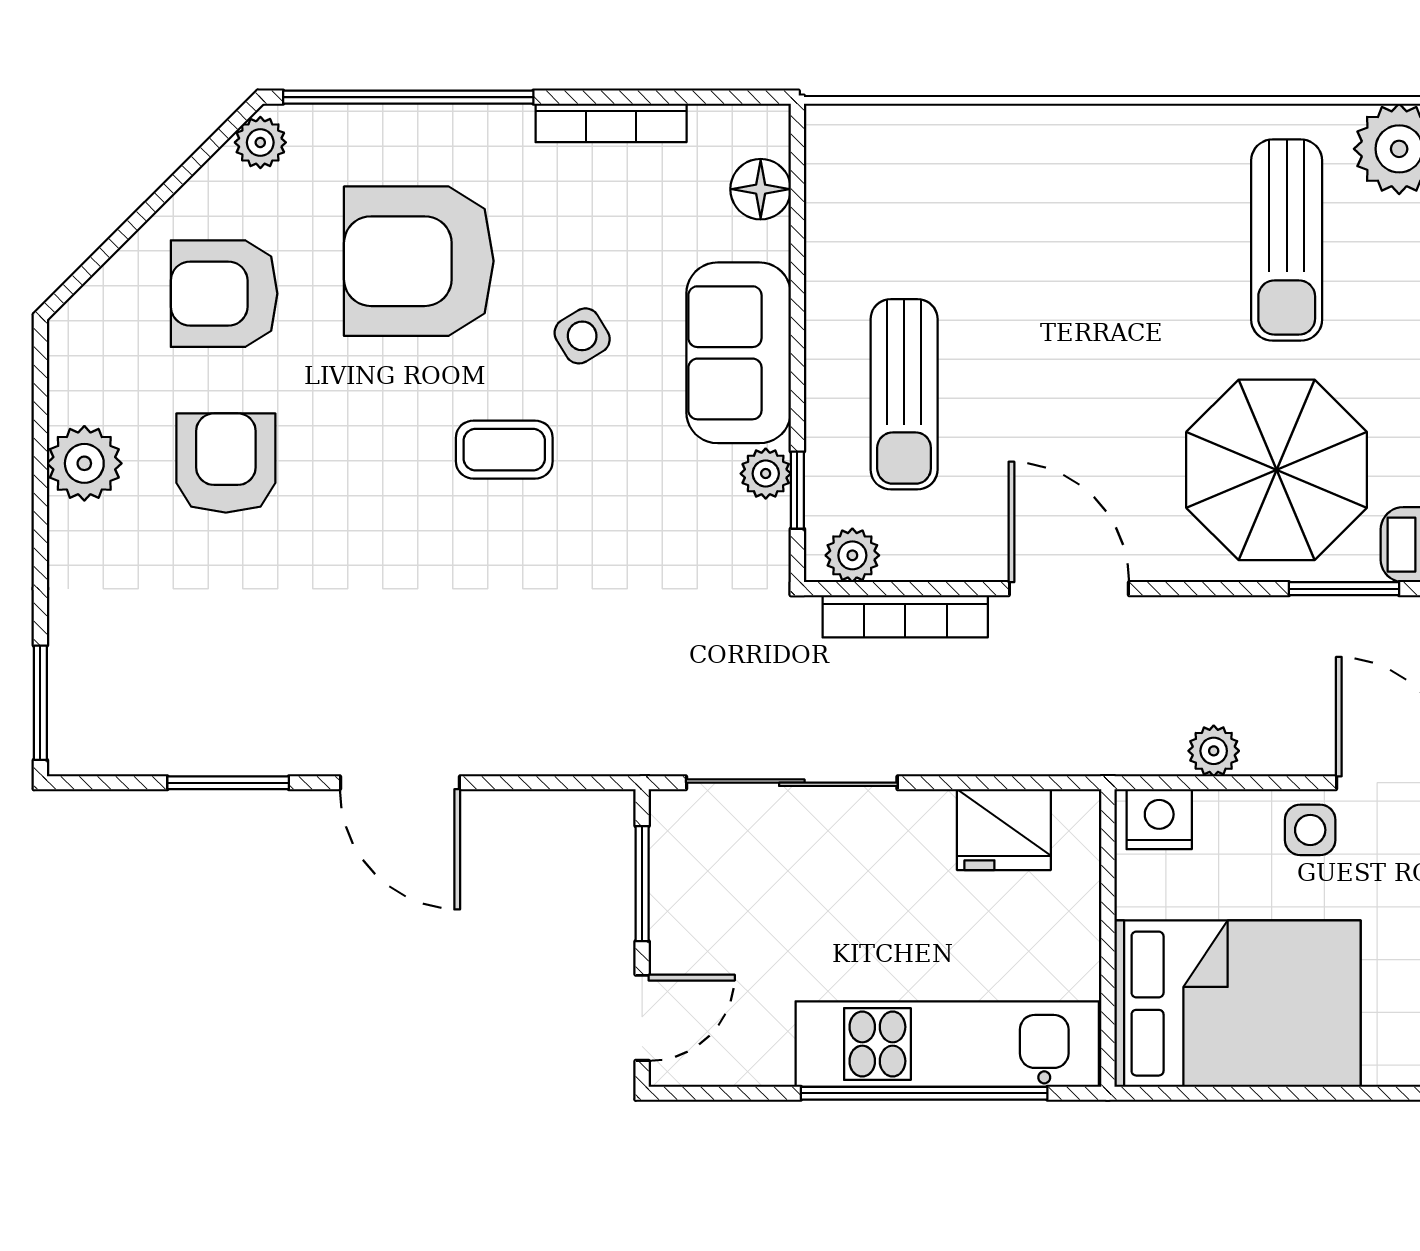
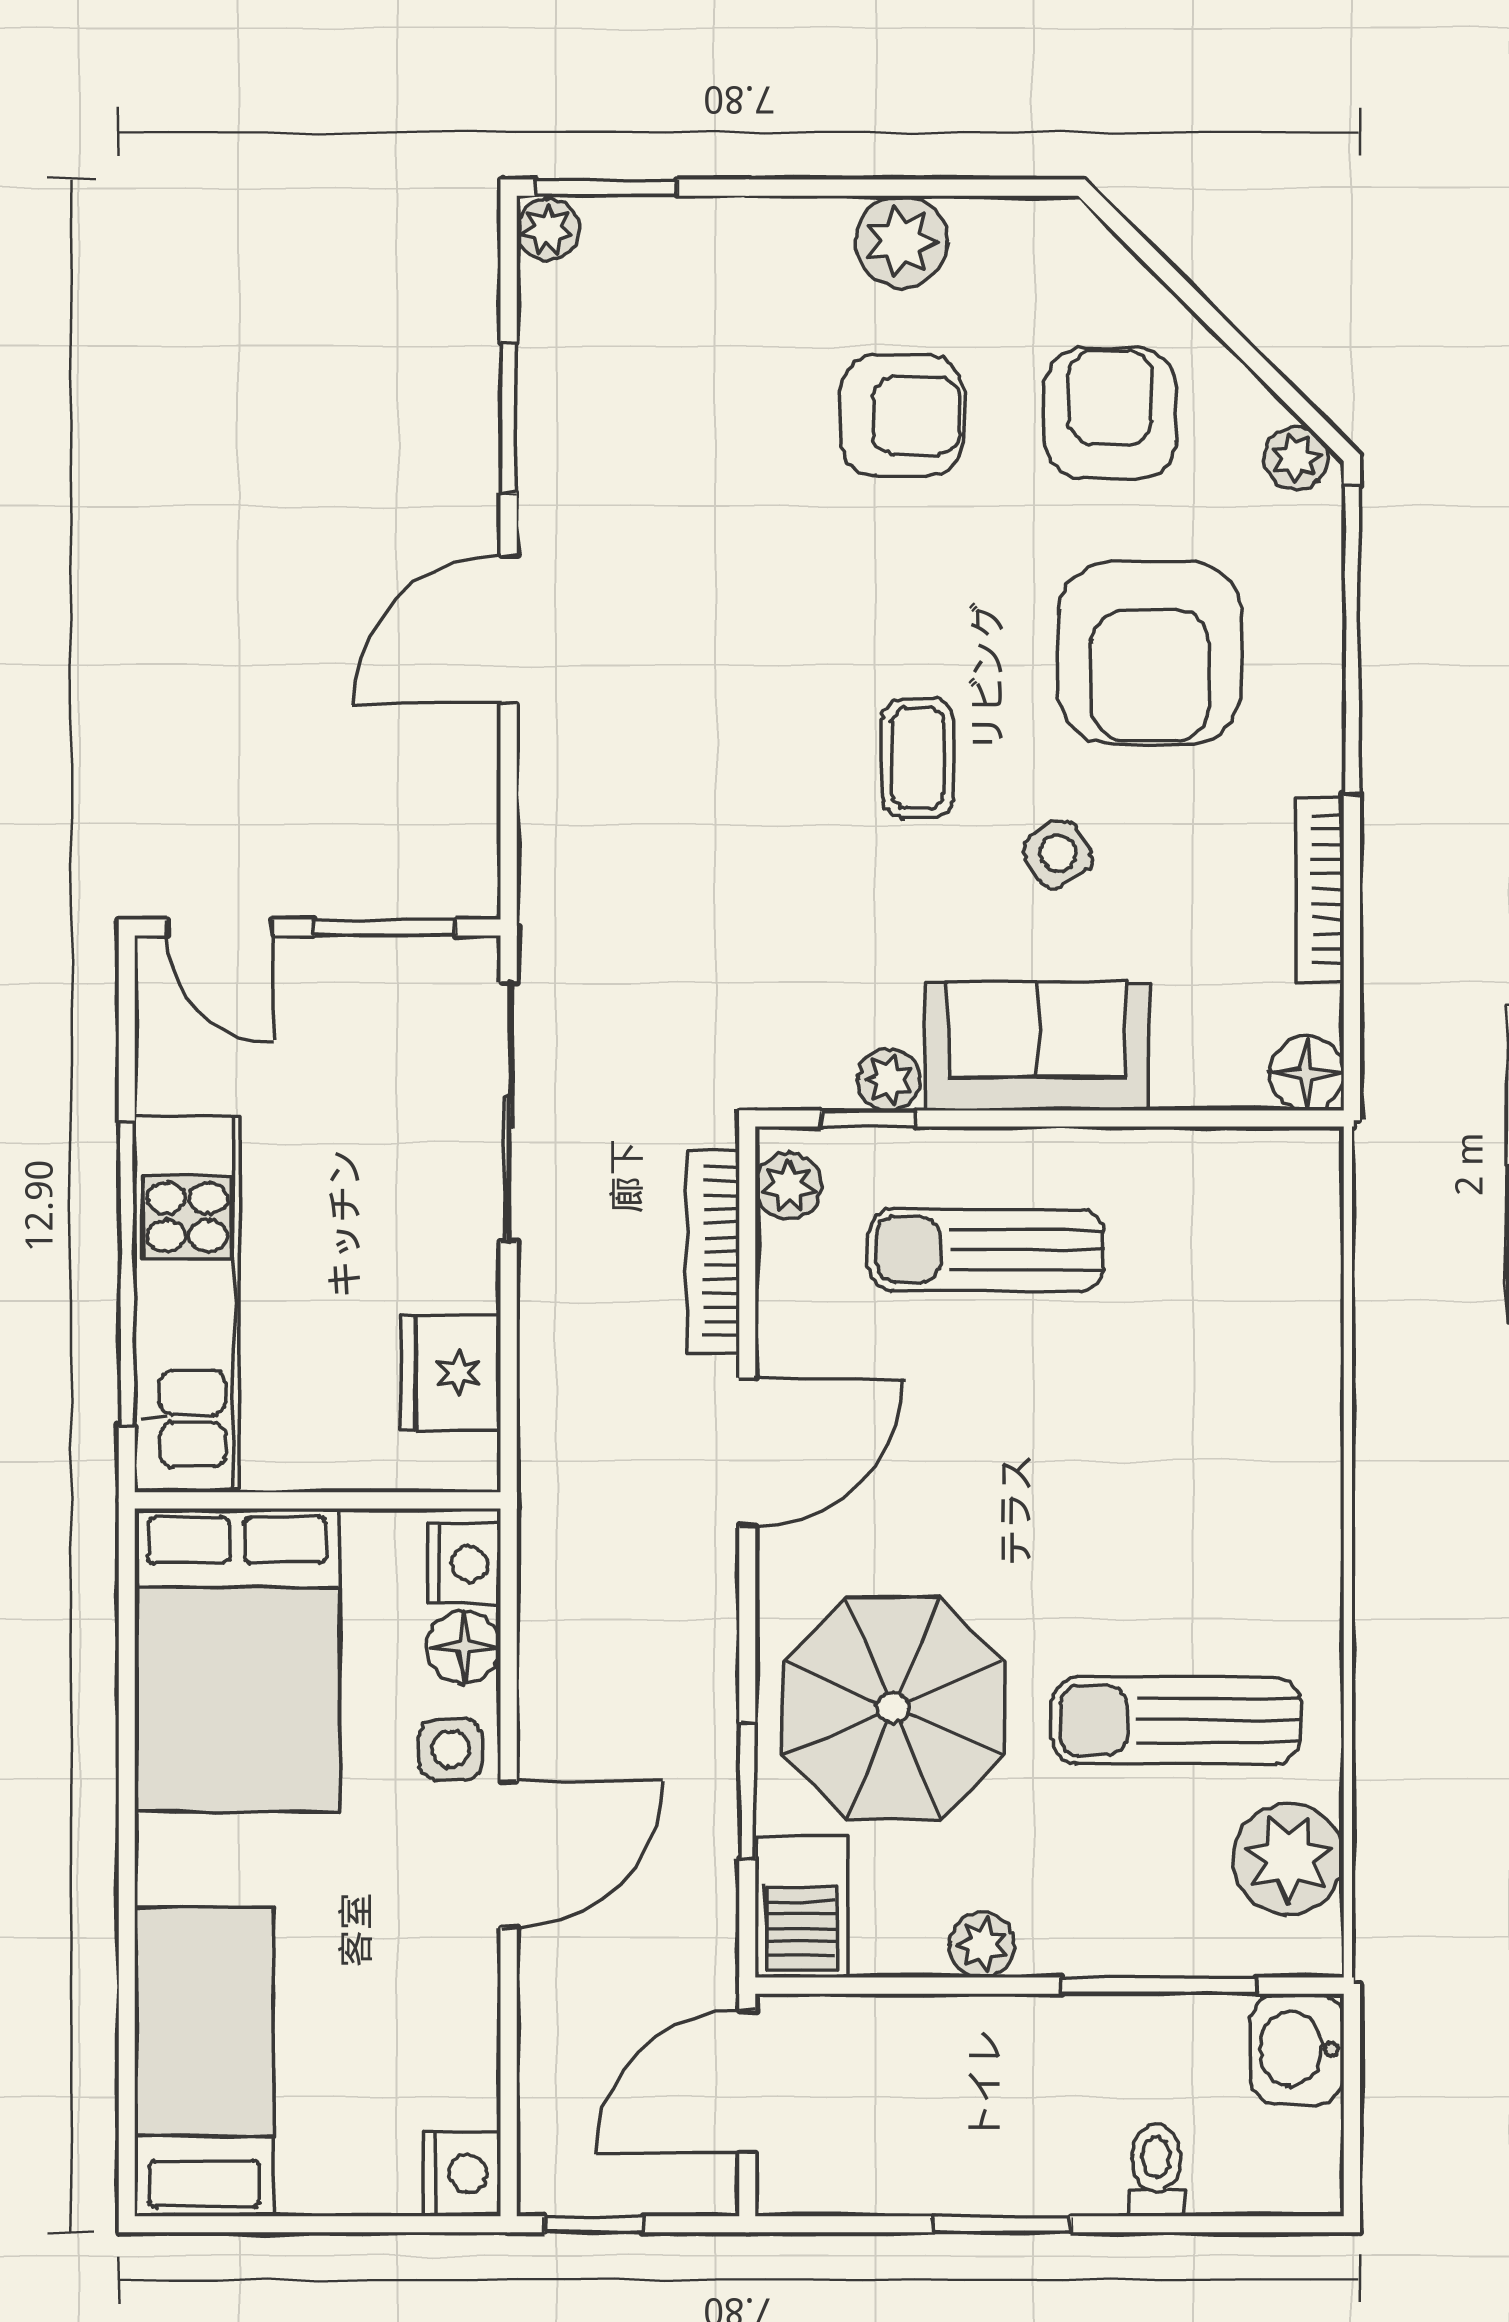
floor lamp: (761, 189) -> (1307, 1073), moved
armchair: (419, 261) -> (1150, 653), turned 180
plant: (1214, 751) -> (548, 229), moved
floor lamp: (1227, 819) -> (464, 1647), added

